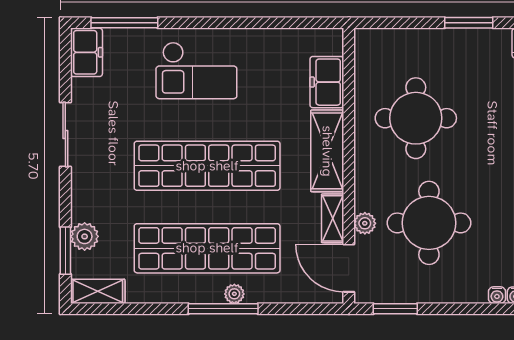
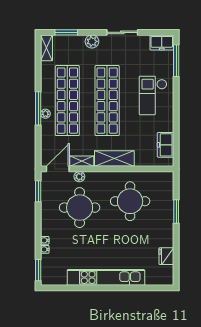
window: (469, 23) -> (176, 211), moved
freezer: (327, 82) -> (165, 145), moved, turned -90
plant: (85, 236) -> (92, 41), moved

